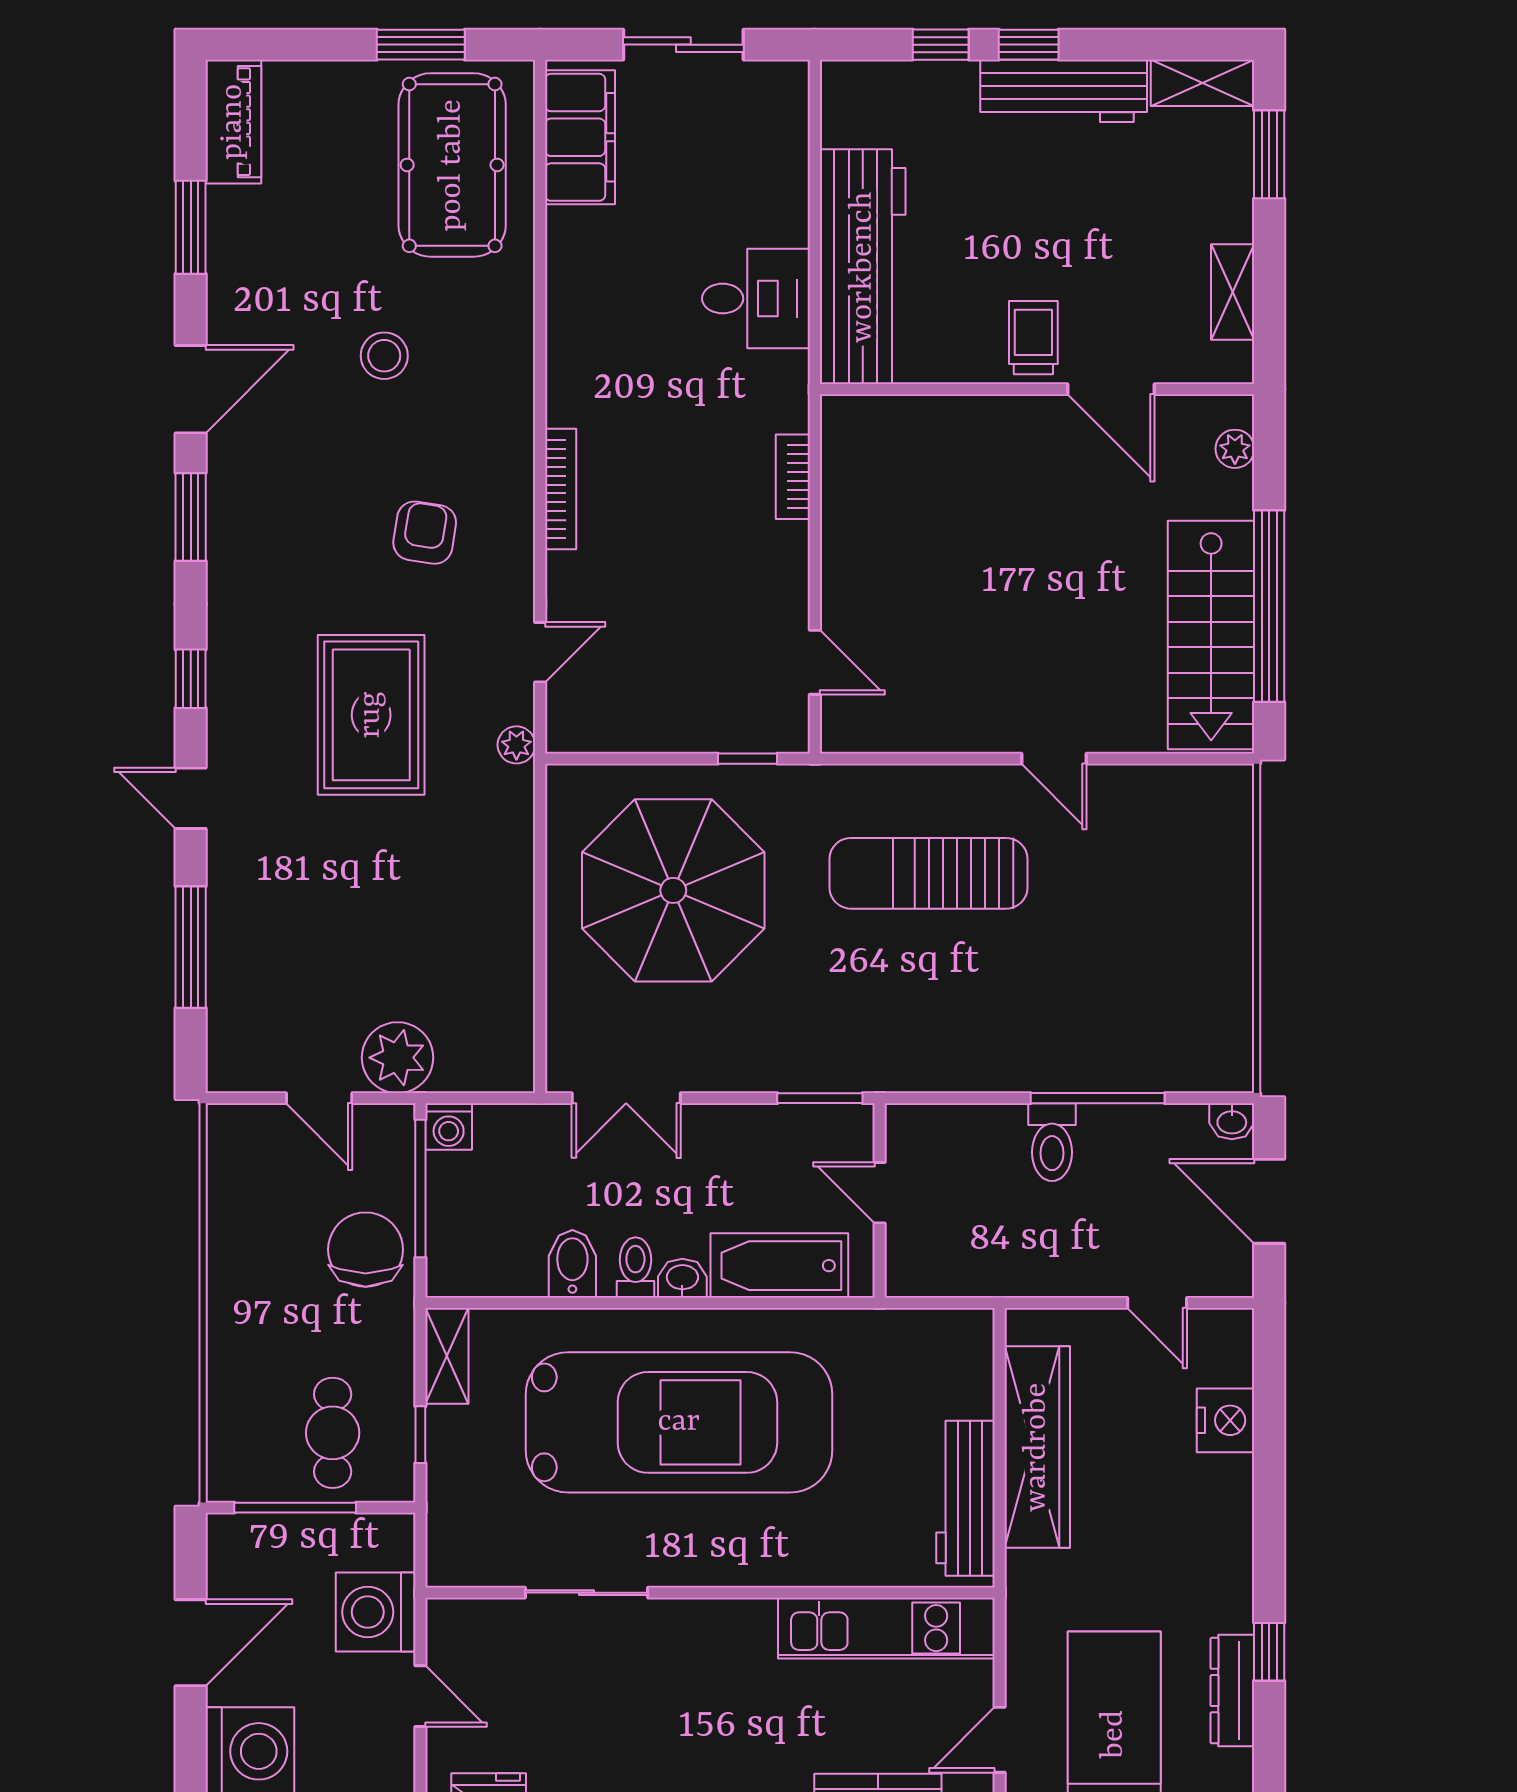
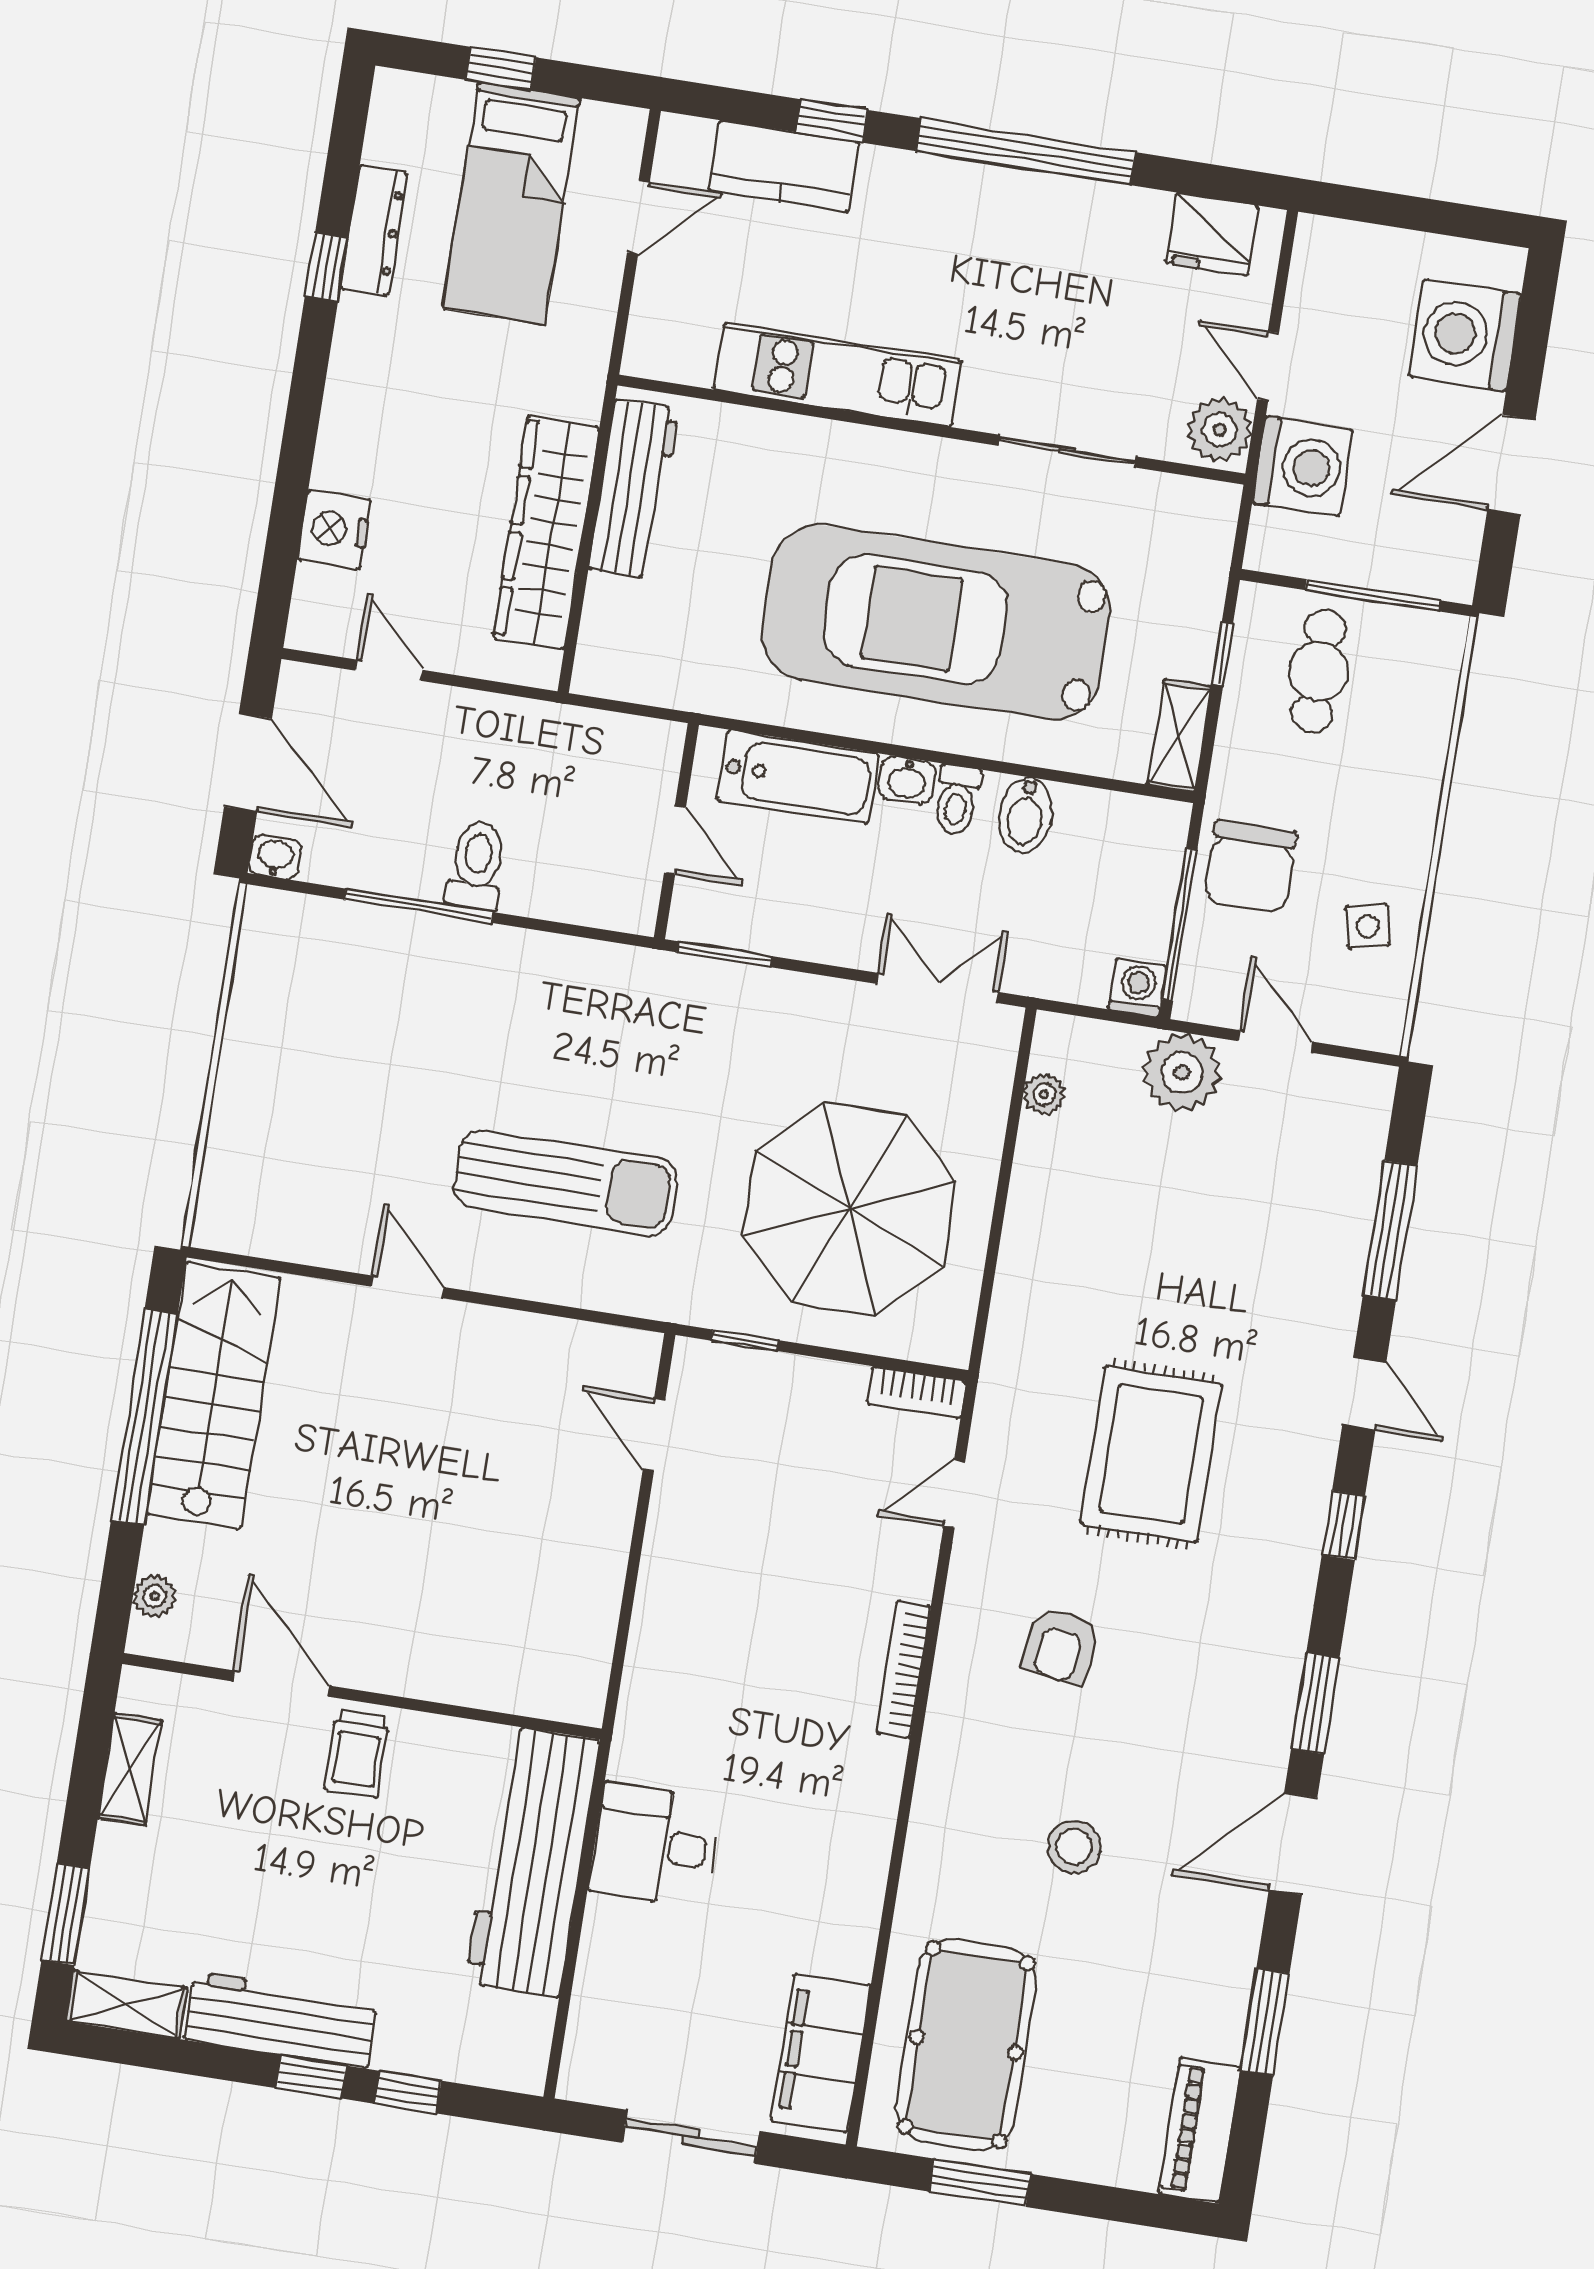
bookcase: (793, 477) -> (917, 1392), moved, turned 90
plant: (516, 745) -> (1044, 1094), moved
side table: (253, 1214) -> (1368, 926), added
kitchen unit: (886, 1628) -> (838, 375), moved
plant: (454, 1633) -> (1220, 429), added

